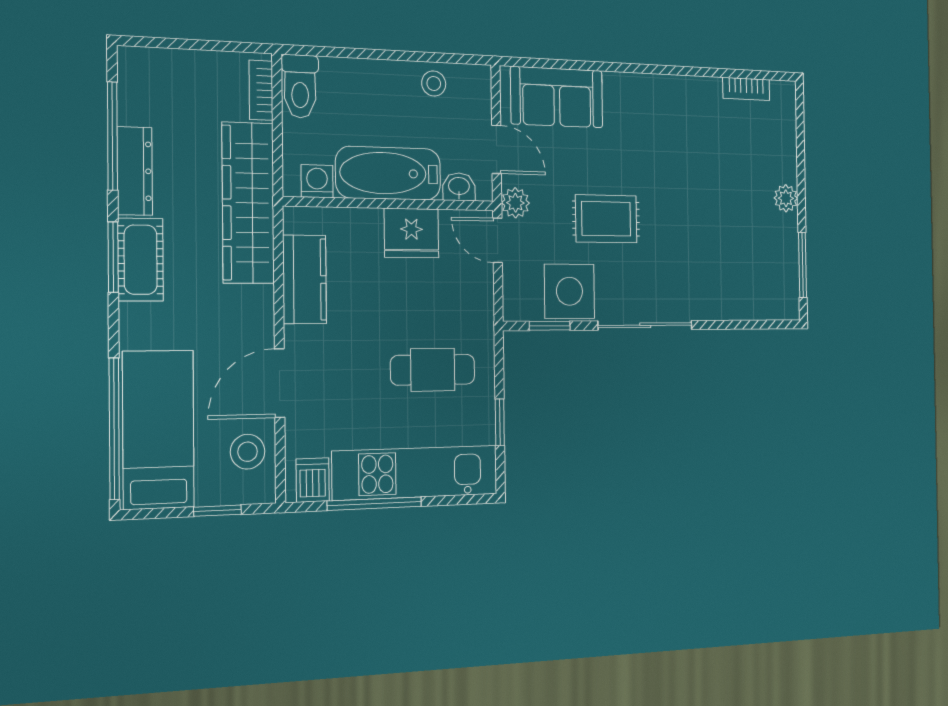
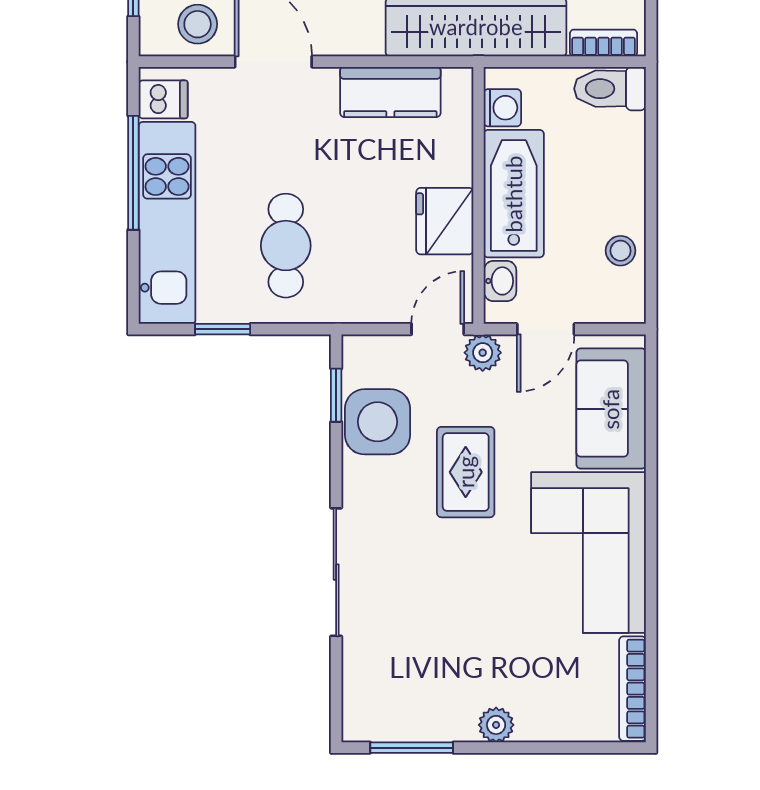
bookcase: (746, 89) -> (633, 689), width x1.56
corner sofa: (664, 120) -> (589, 553), added
sliding door: (645, 325) -> (336, 572), moved

